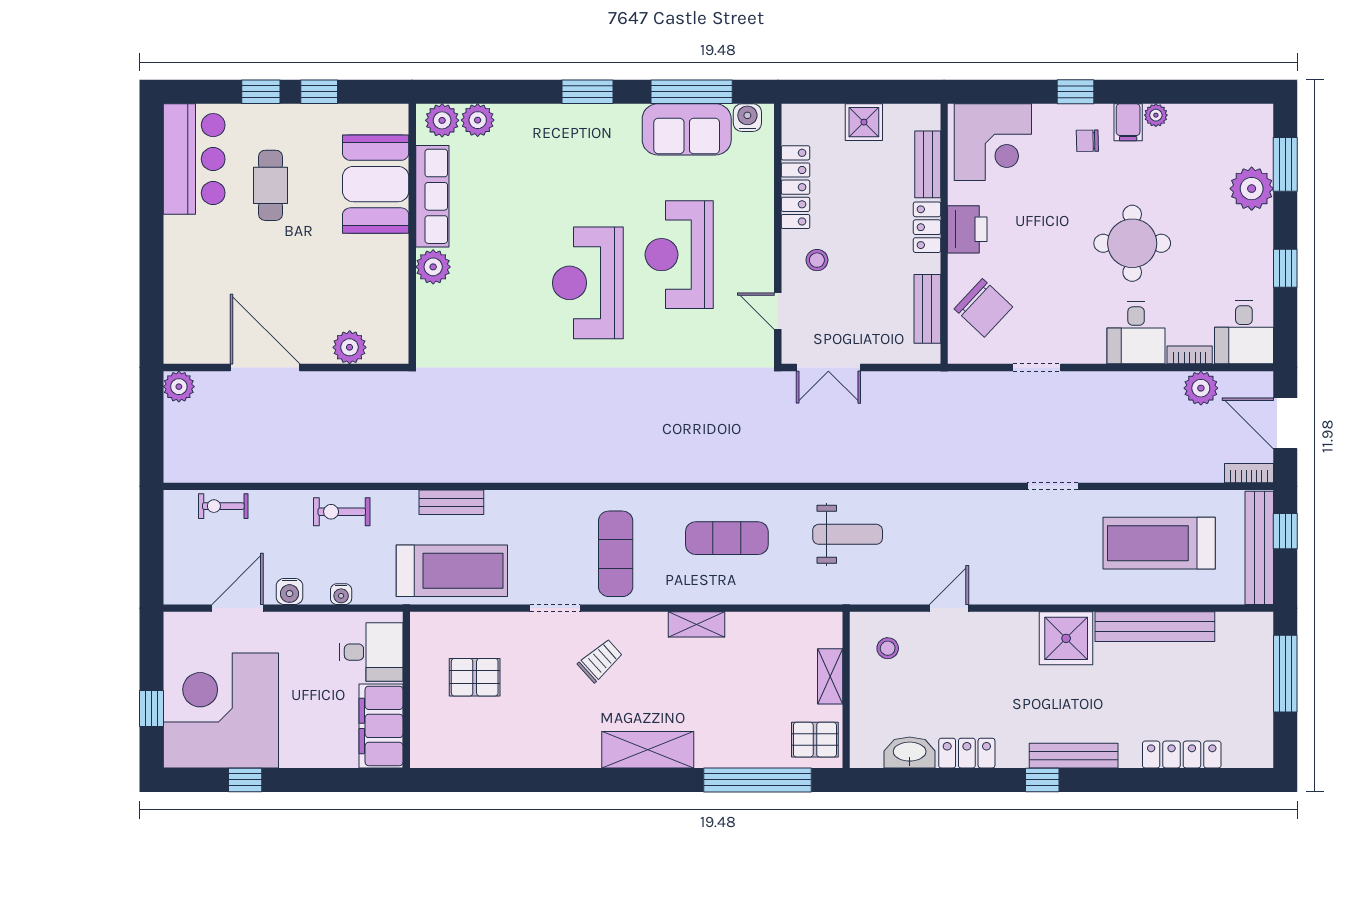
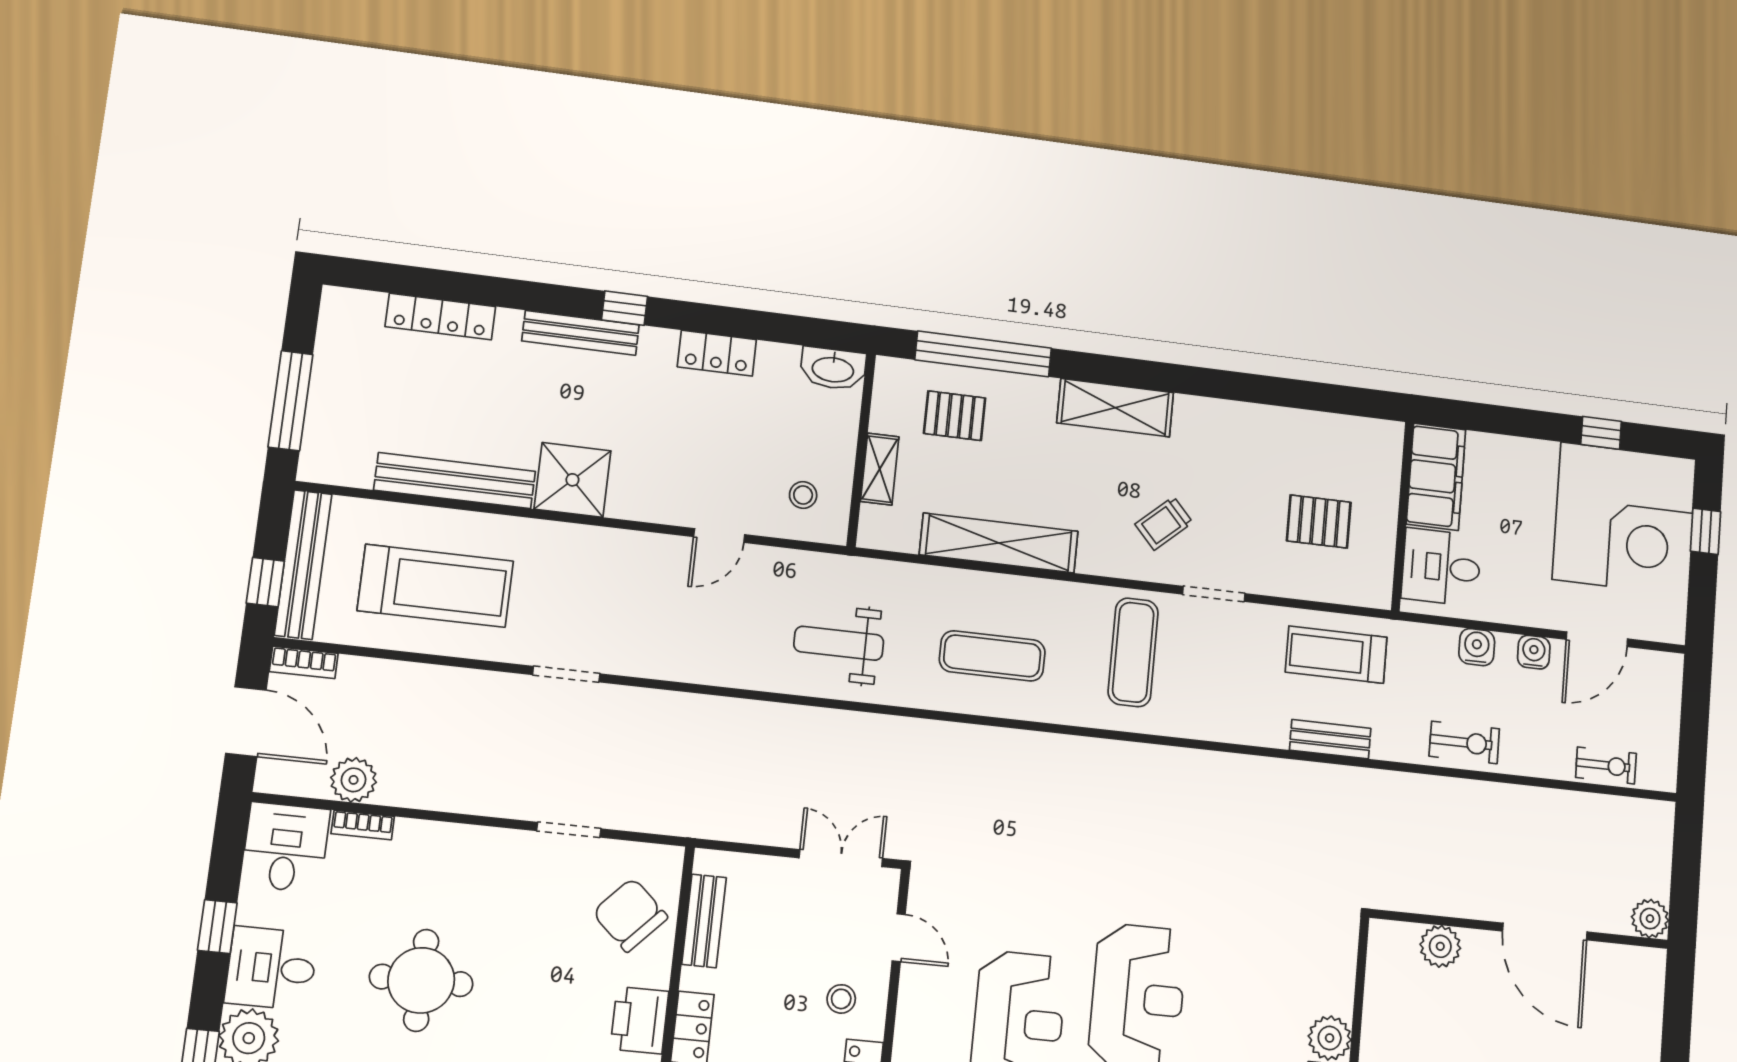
desk: (1136, 333) -> (271, 968), moved, turned -90
treadmill: (452, 571) -> (1336, 655), width x0.73, depth x0.73
water cooler: (341, 594) -> (1477, 647), width x1.38, depth x1.38
shelving: (697, 624) -> (999, 543), width x2.20, depth x1.33
pallet: (815, 740) -> (955, 416), moved
washbasin: (910, 753) -> (833, 369), moved

